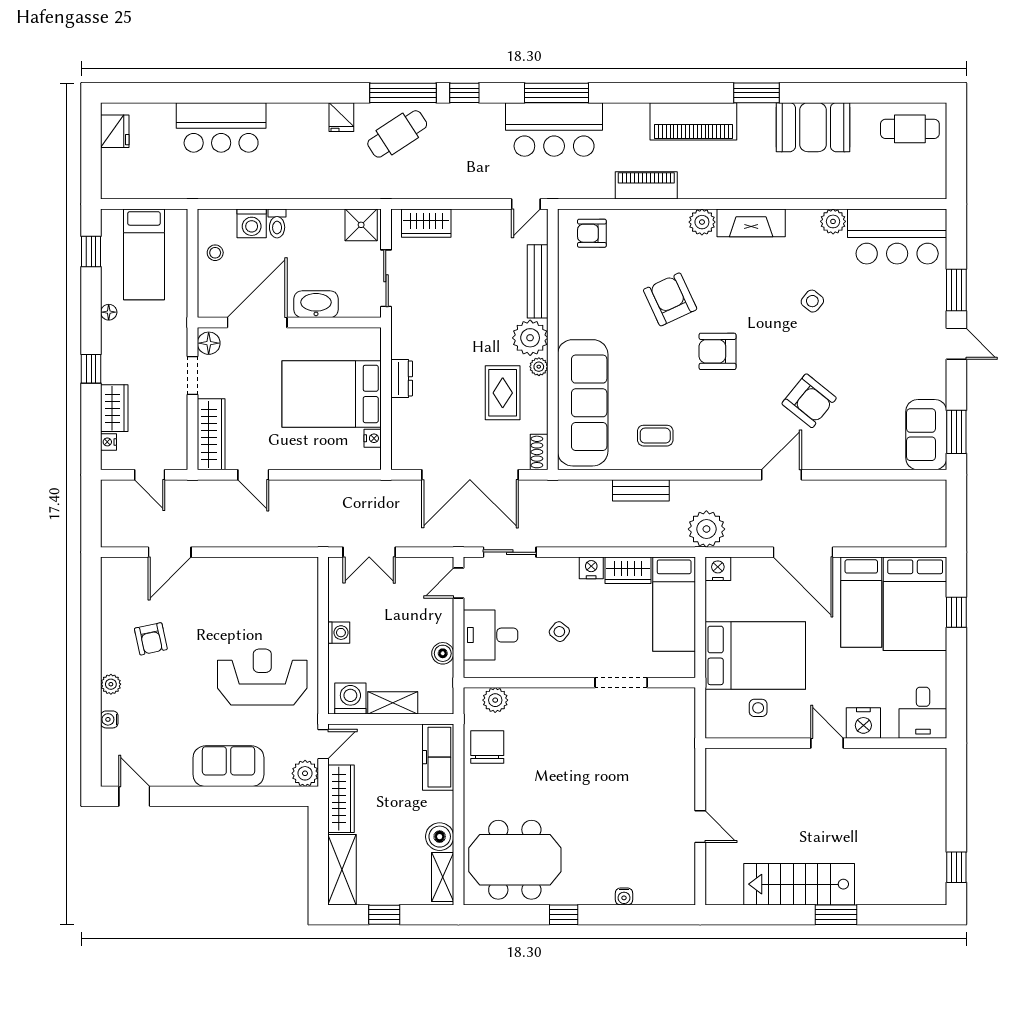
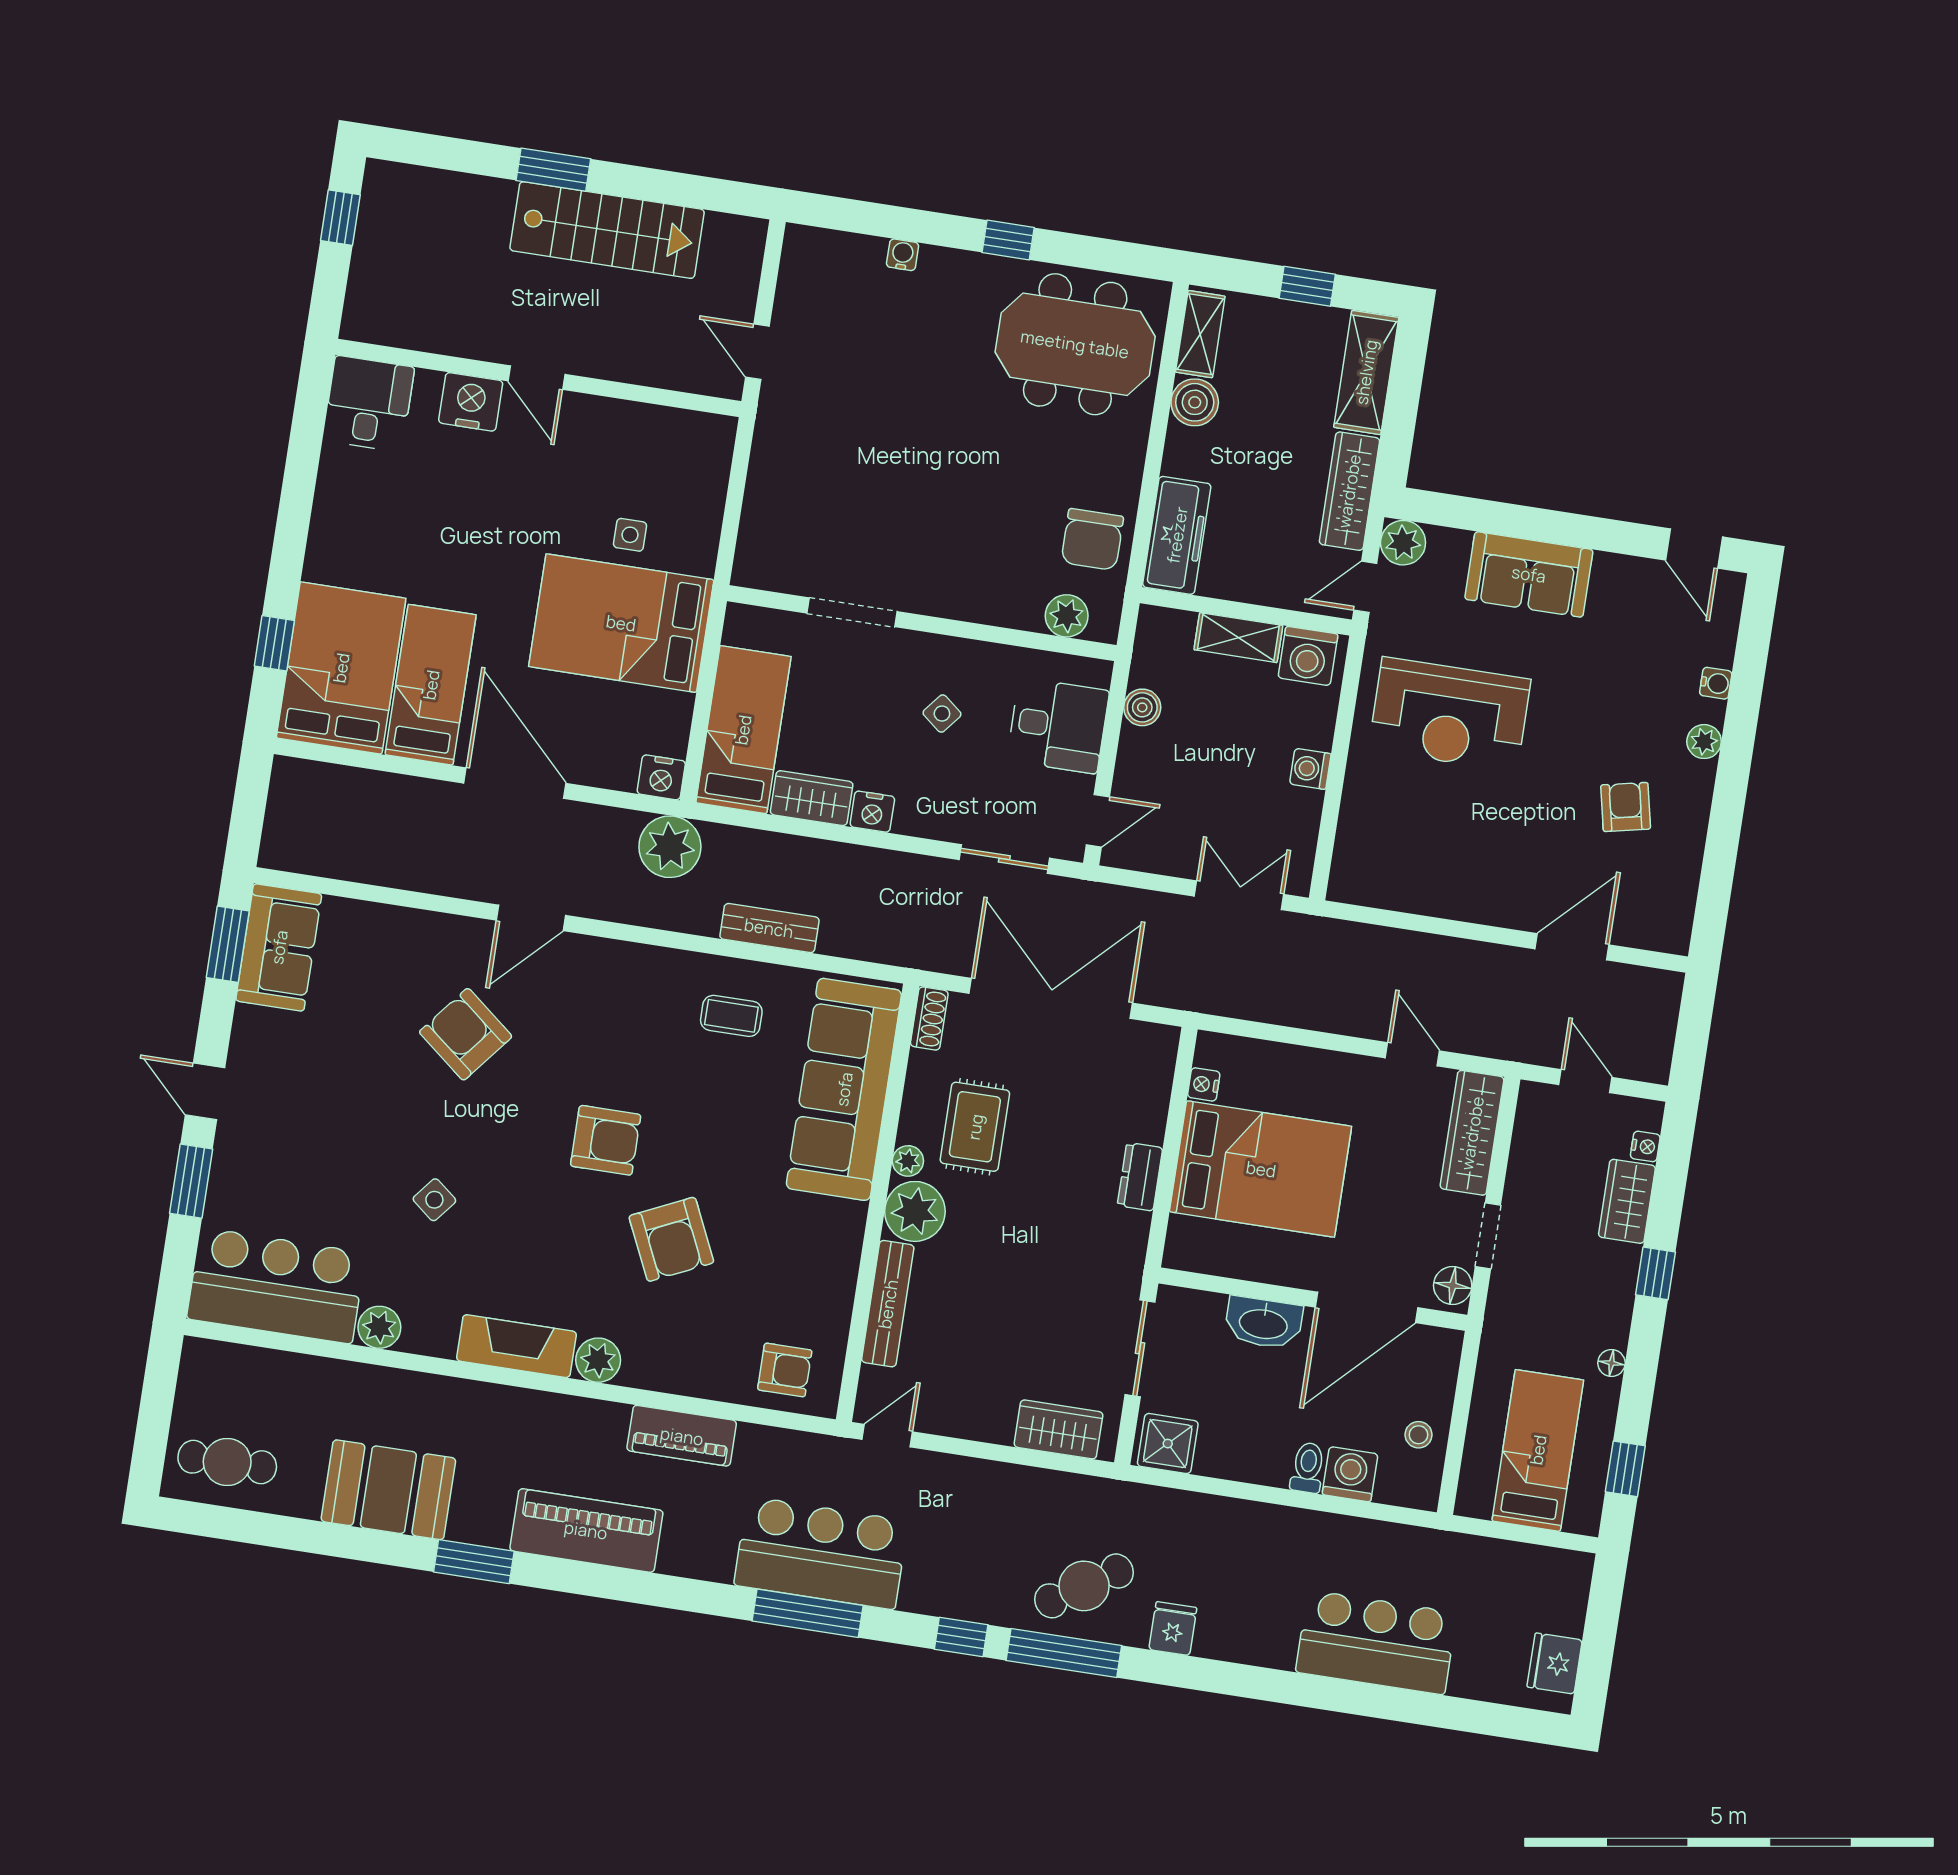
desk: (923, 713) -> (369, 404), moved
nightstand: (863, 723) -> (471, 402), moved
wall: (826, 743) -> (539, 378), moved
door: (827, 743) -> (537, 378), moved

